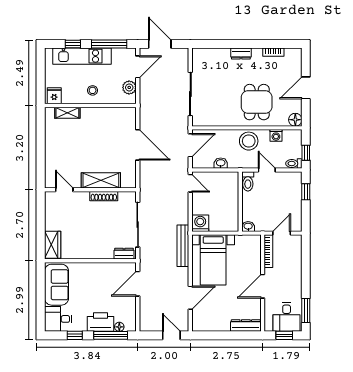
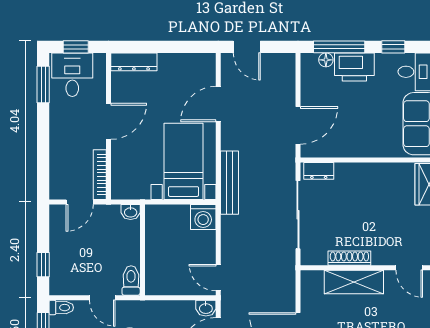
washbasin: (221, 163) -> (206, 308), moved

